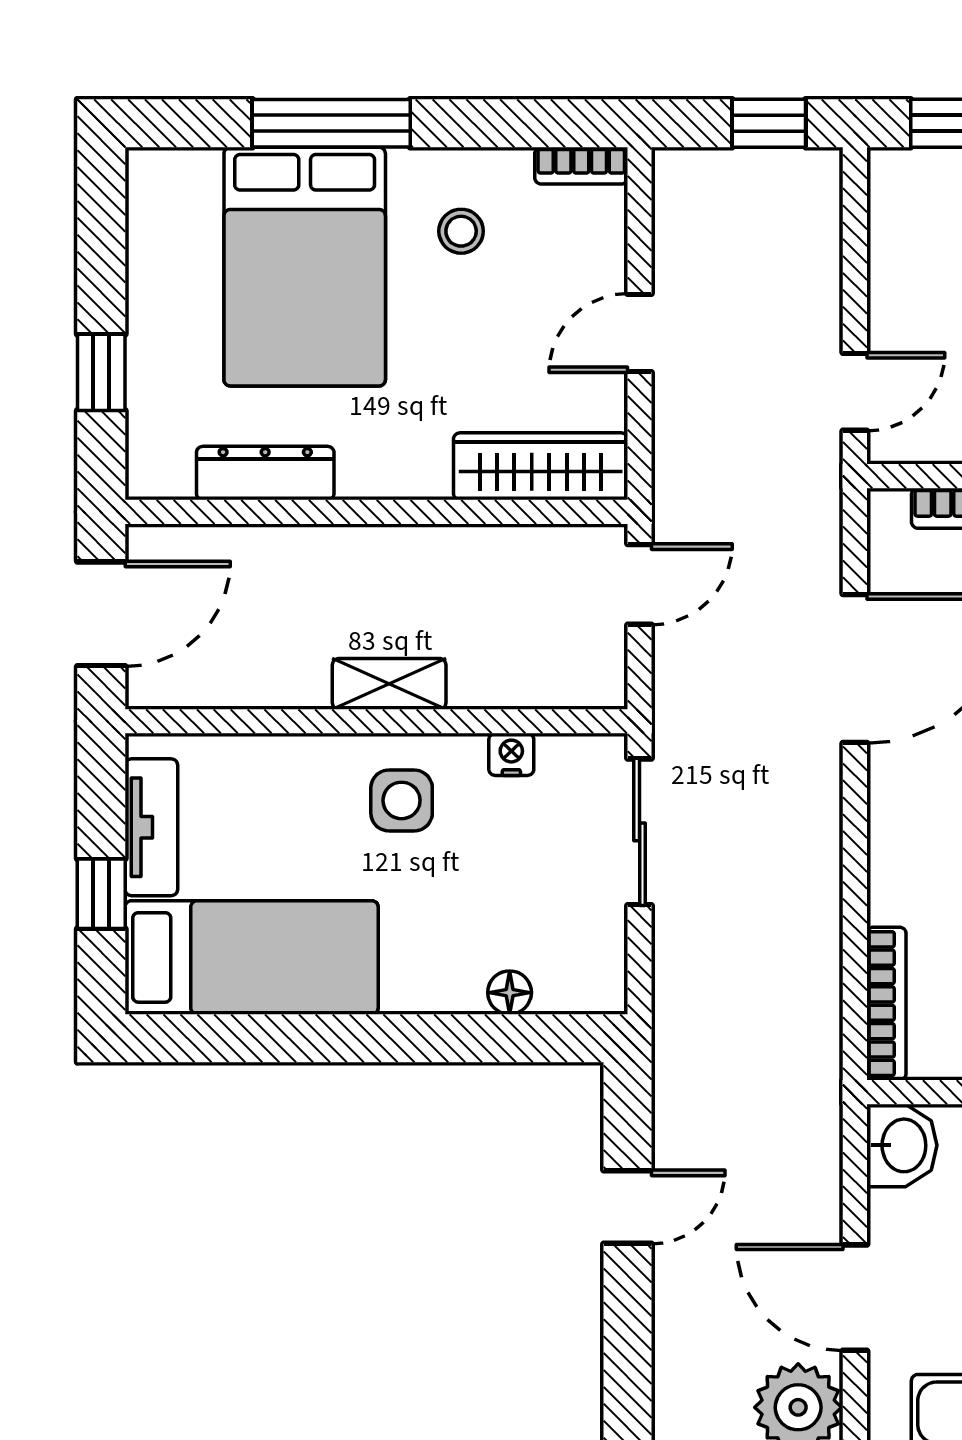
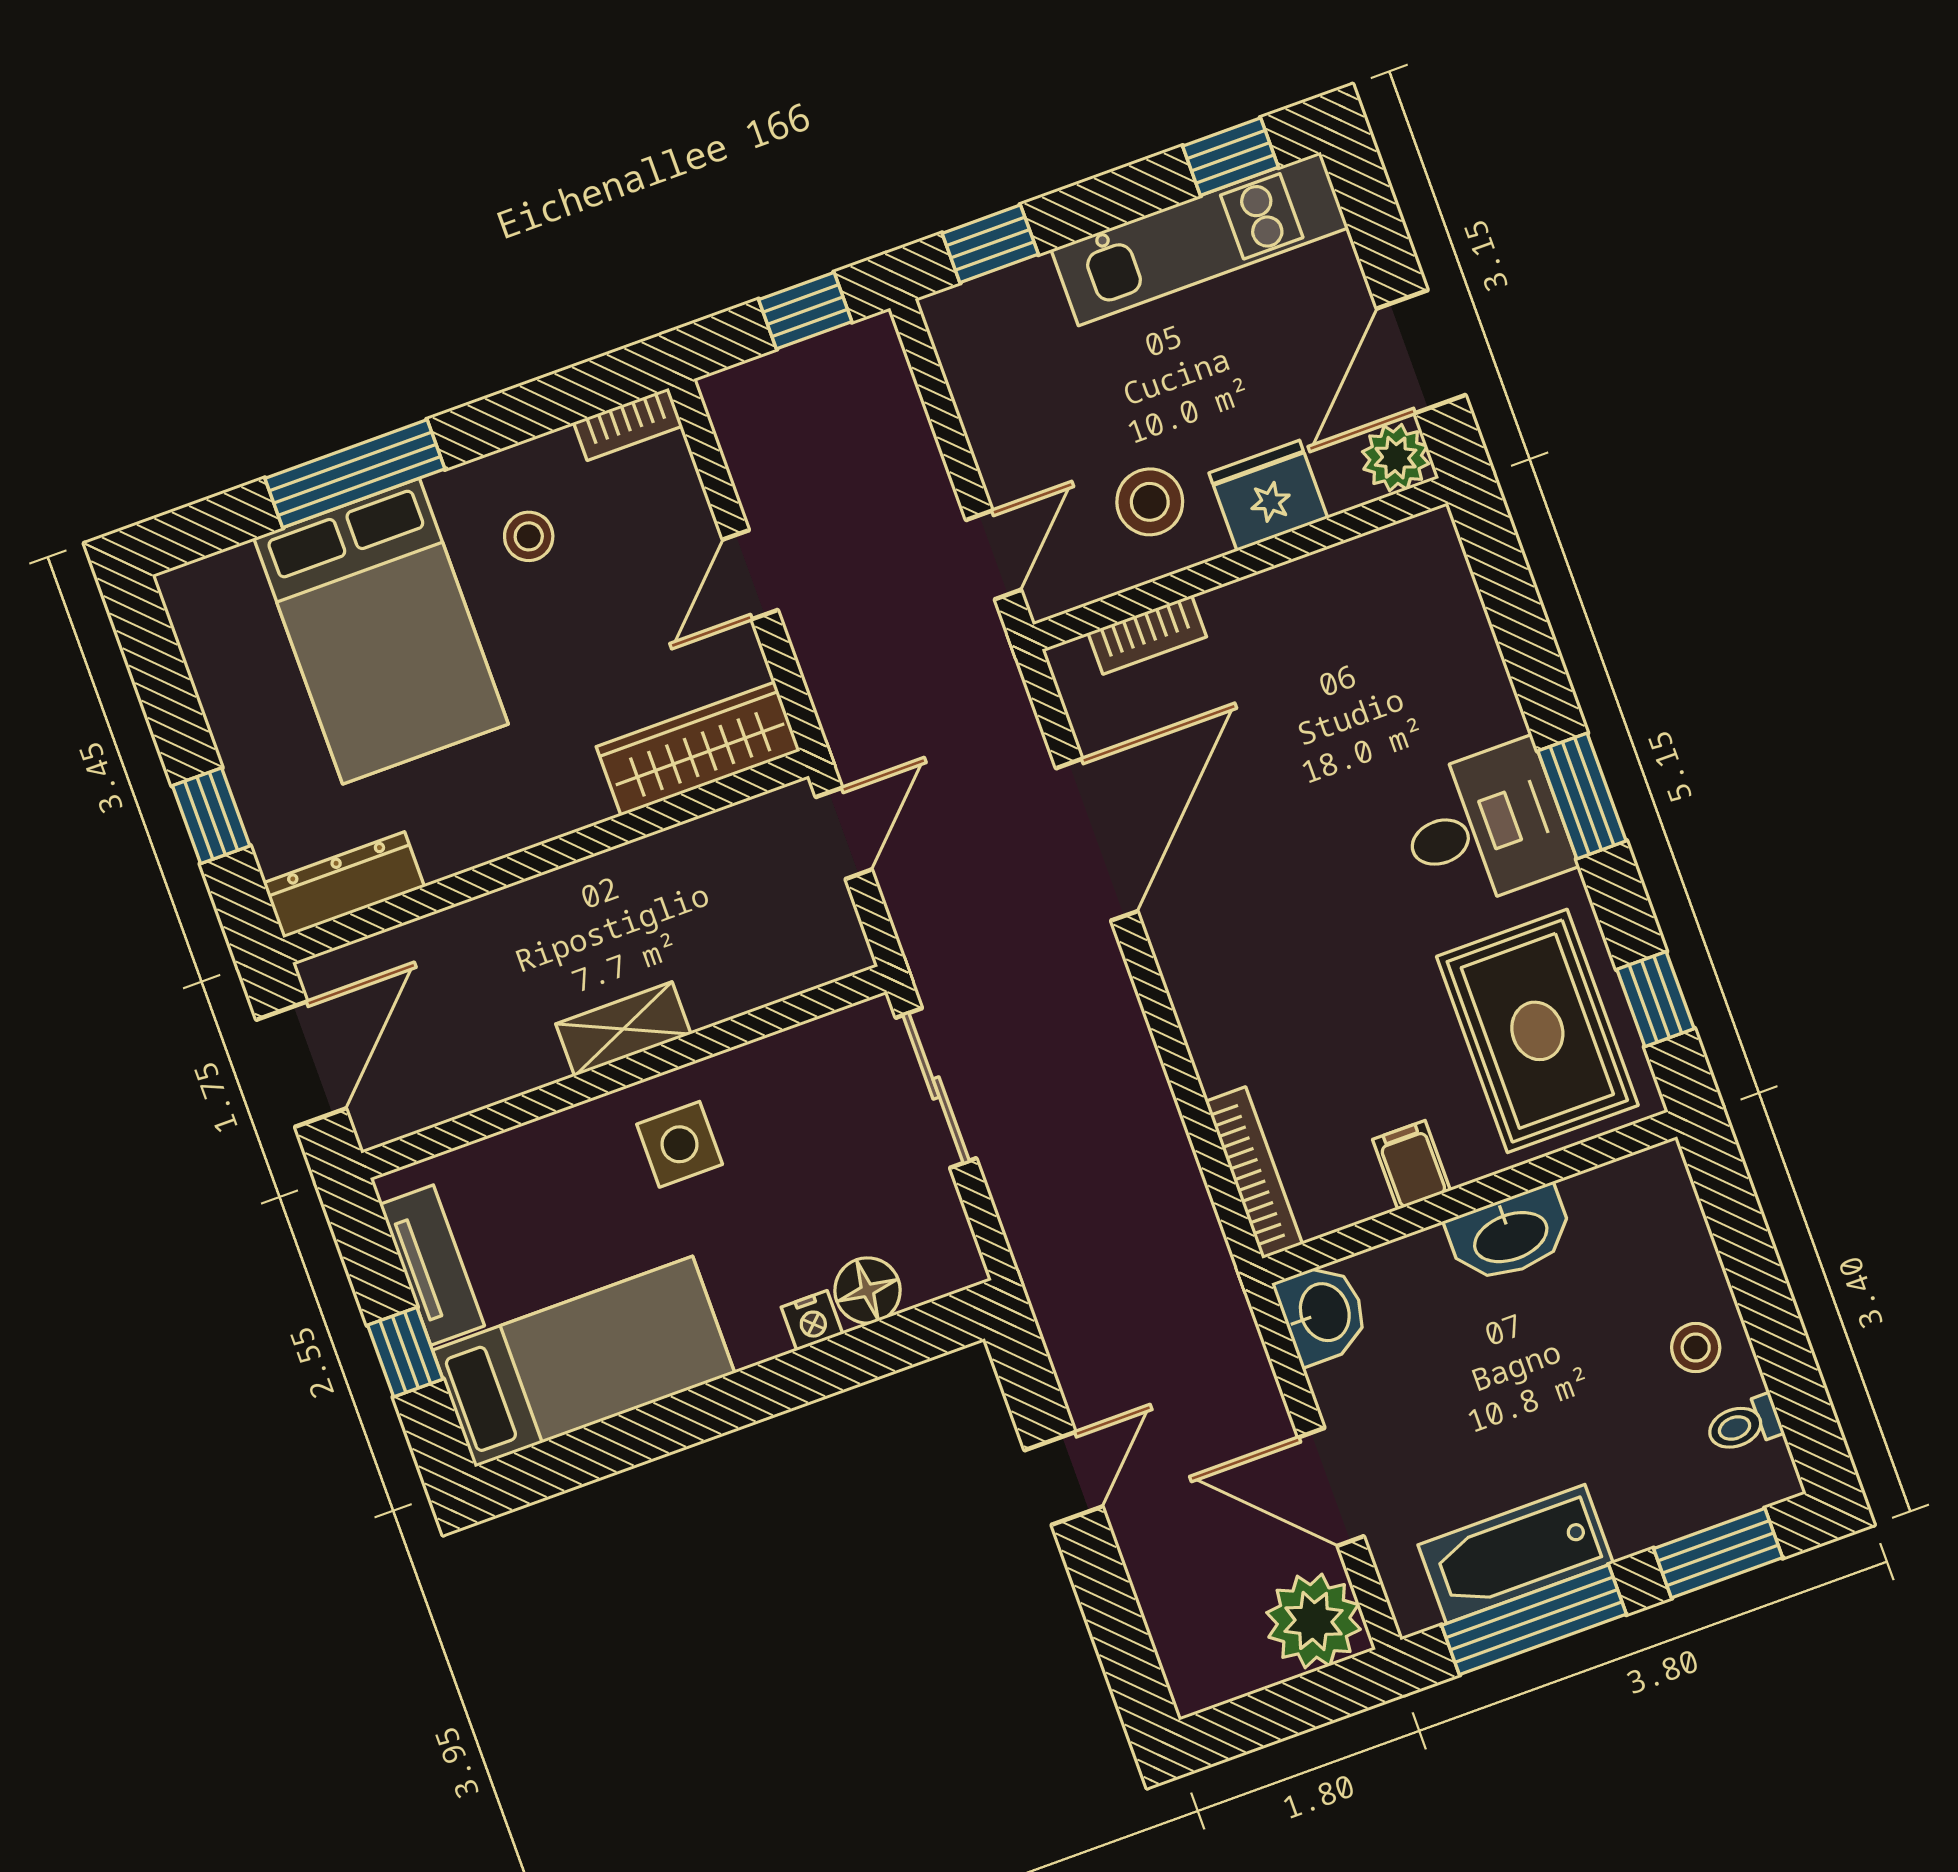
dresser: (265, 473) -> (344, 885), moved
nightstand: (511, 754) -> (812, 1321), moved, turned 180
floor lamp: (510, 993) -> (867, 1290), width x1.37, depth x1.37

